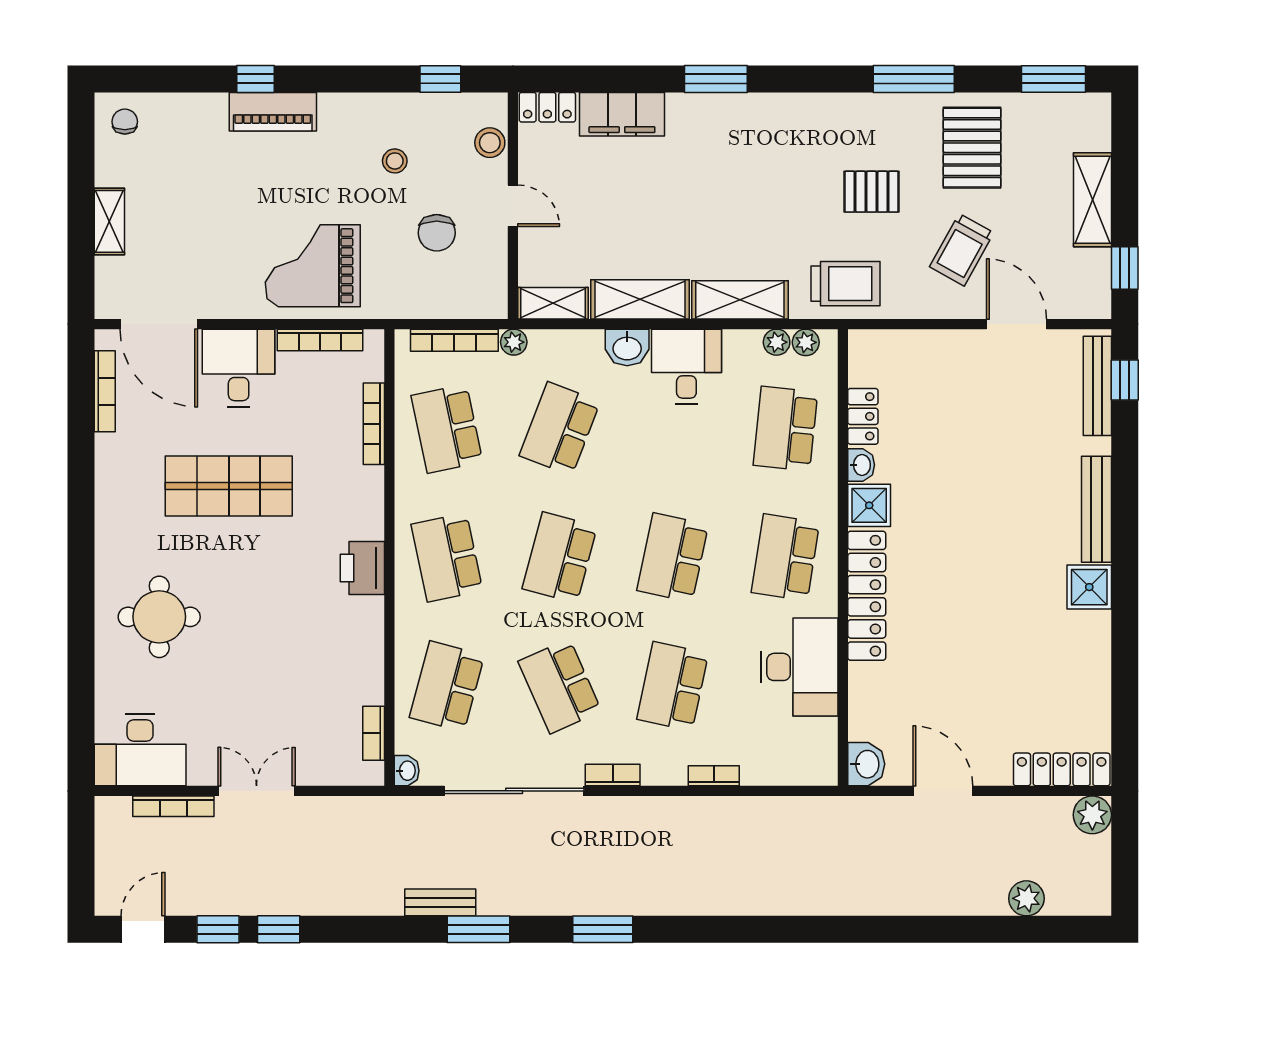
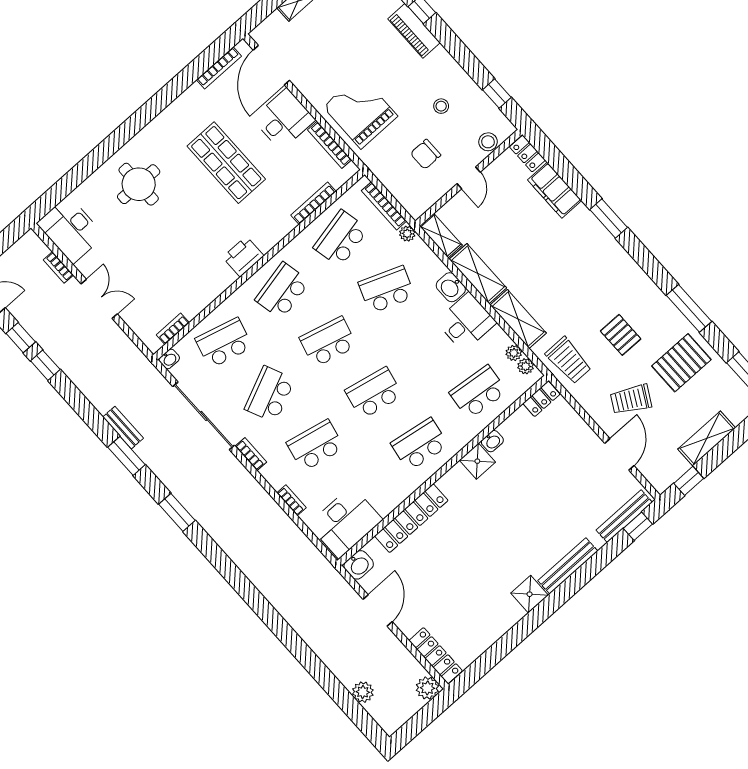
locker: (863, 416) -> (541, 399), moved
locker: (867, 596) -> (411, 518), moved
desk: (799, 667) -> (345, 522), moved
bookcase: (173, 806) -> (58, 267), width x0.64

